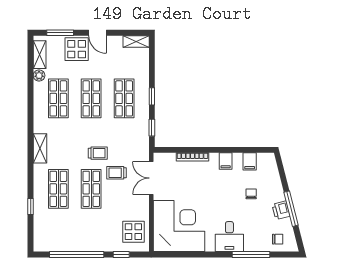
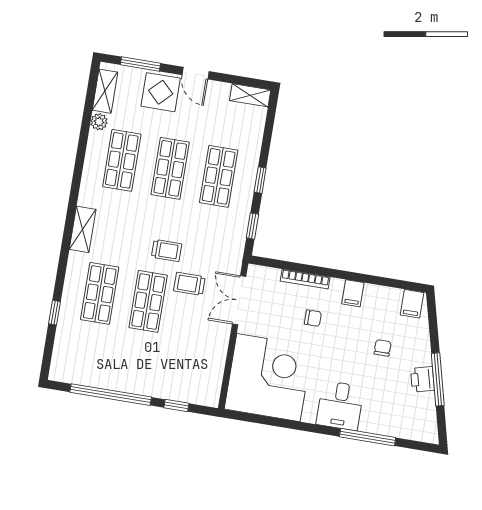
filing cabinet: (250, 161) -> (412, 304), moved
display table: (133, 232) -> (200, 375), removed
chair: (278, 239) -> (313, 318), moved

